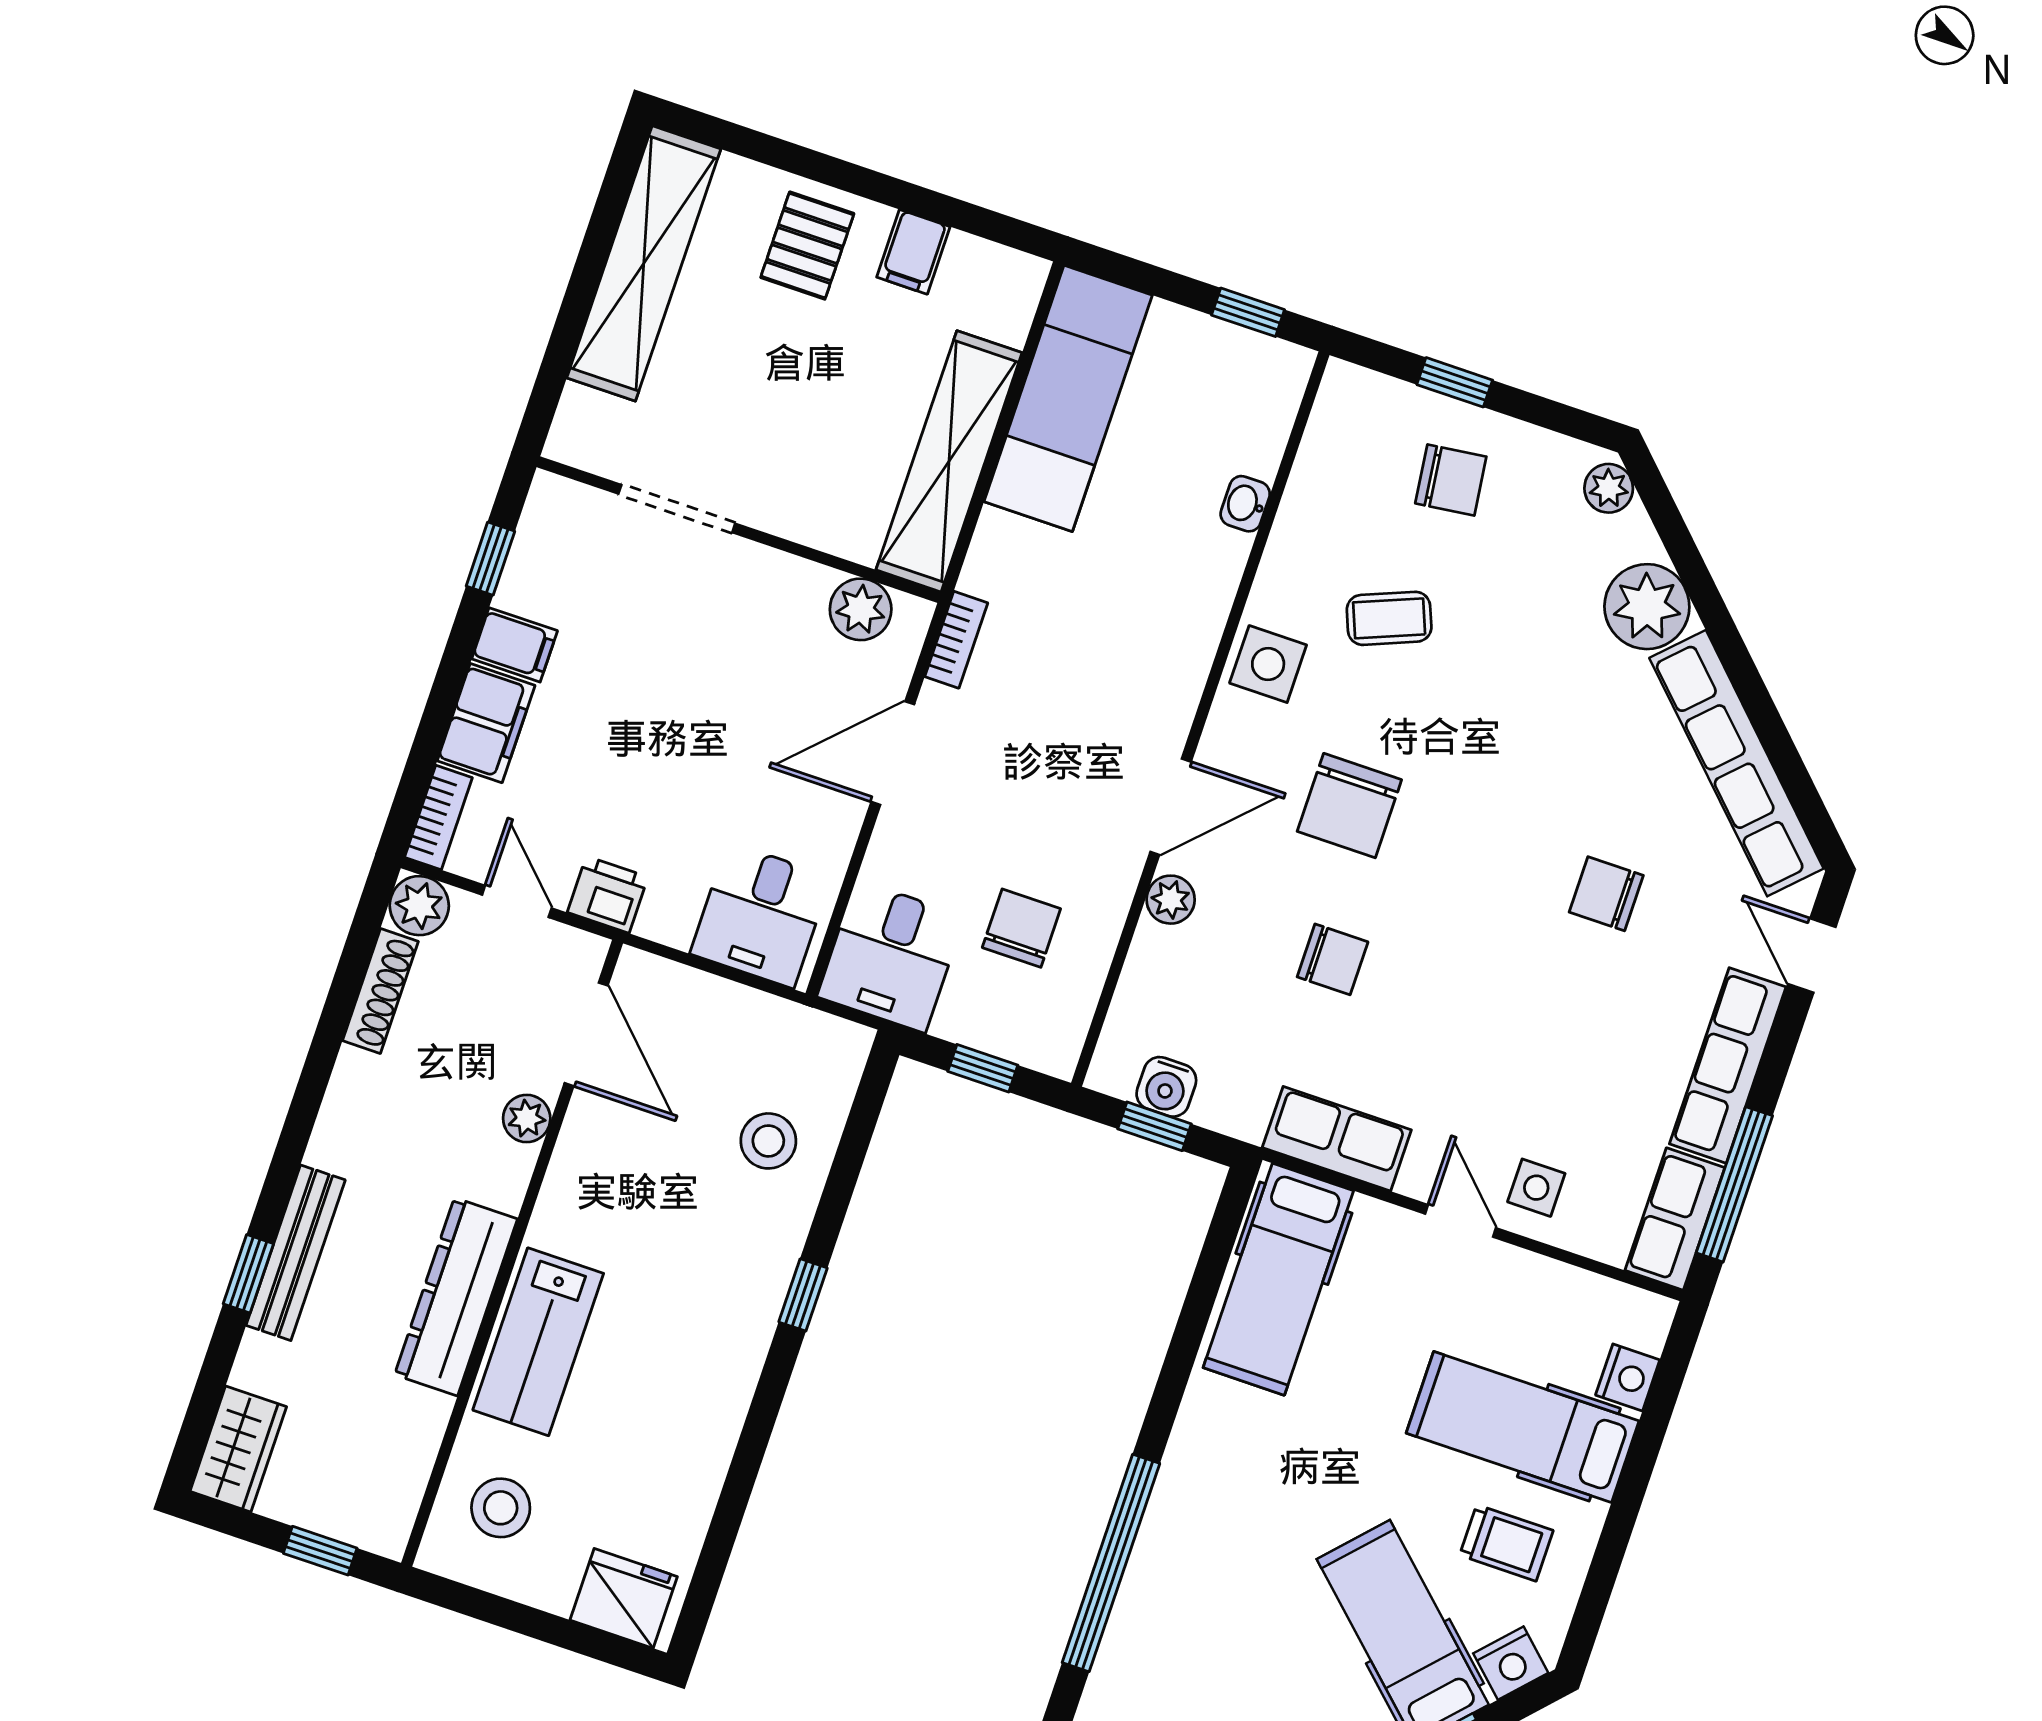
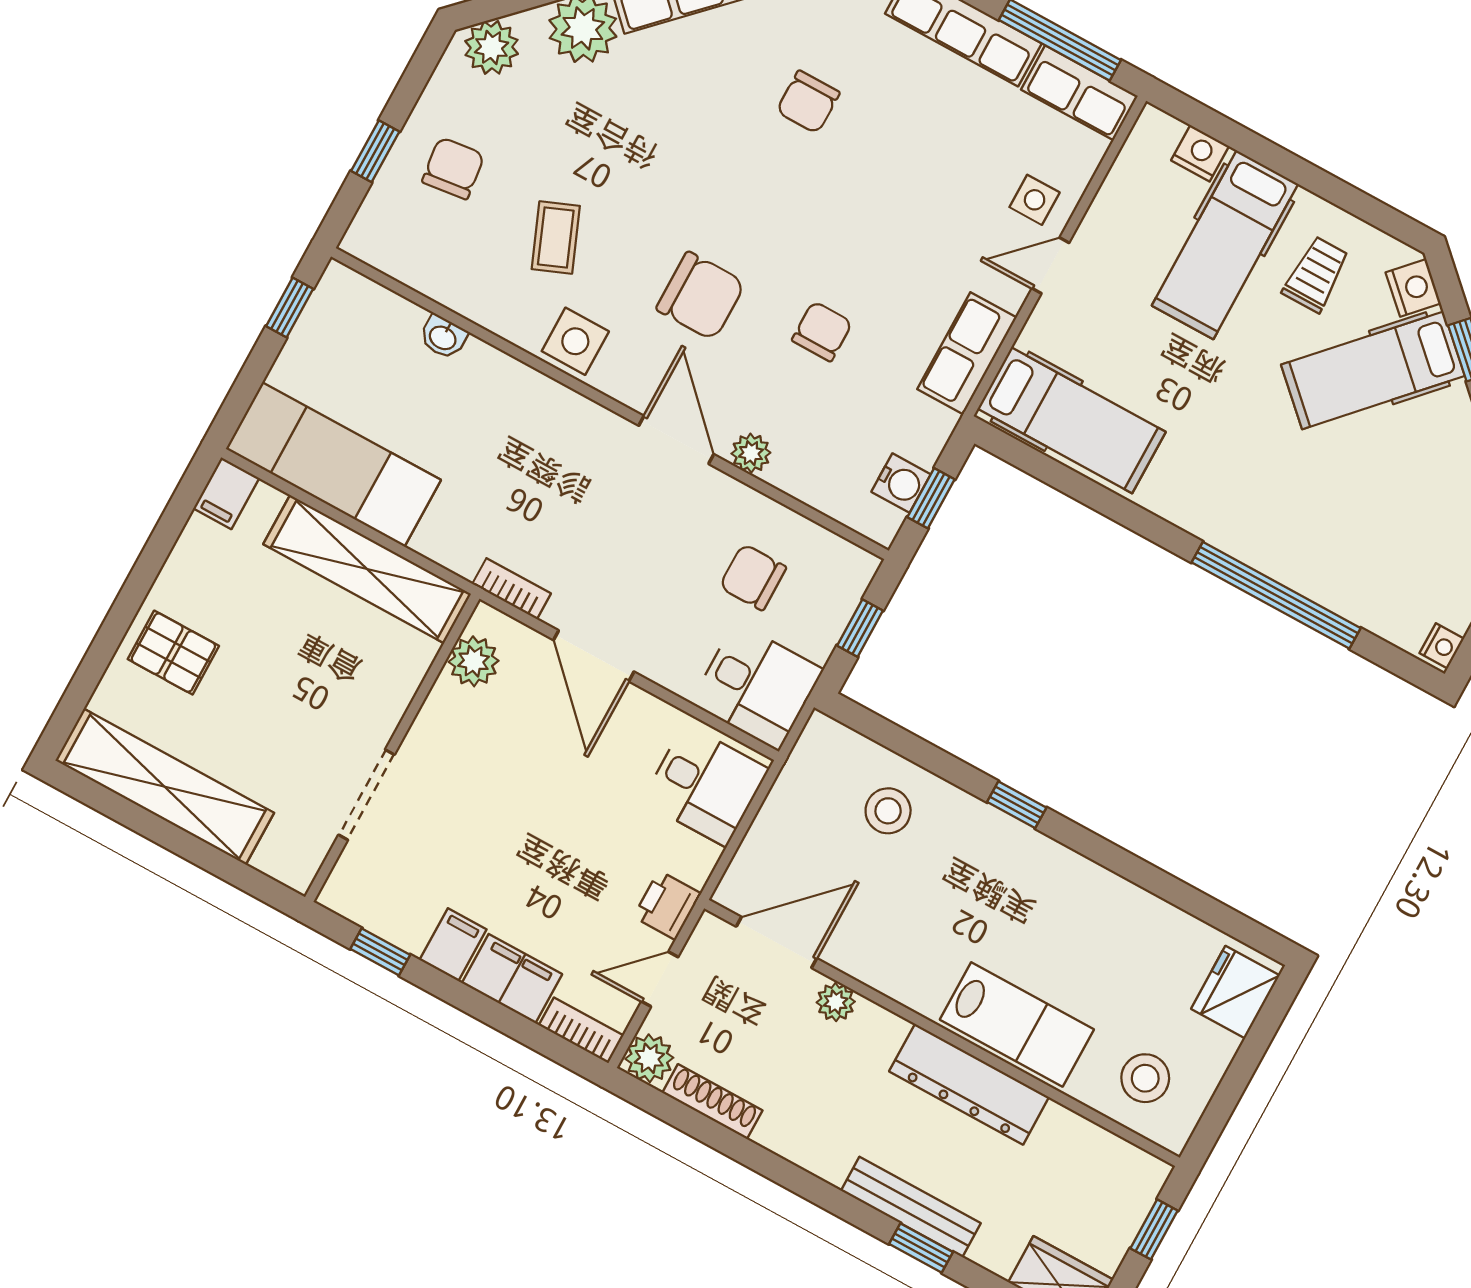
filing cabinet: (913, 252) -> (226, 493), moved, turned 90
plant: (1609, 488) -> (492, 47), width x1.38, depth x1.38

